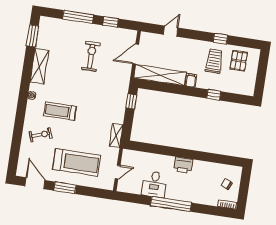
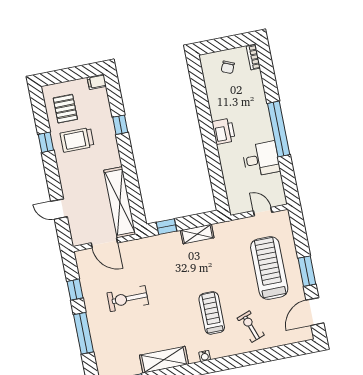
pallet: (239, 61) -> (65, 109), turned 90
filing cabinet: (191, 80) -> (97, 82), moved
treadmill: (60, 111) -> (212, 313), turned 180
shelving: (116, 135) -> (197, 234), moved

